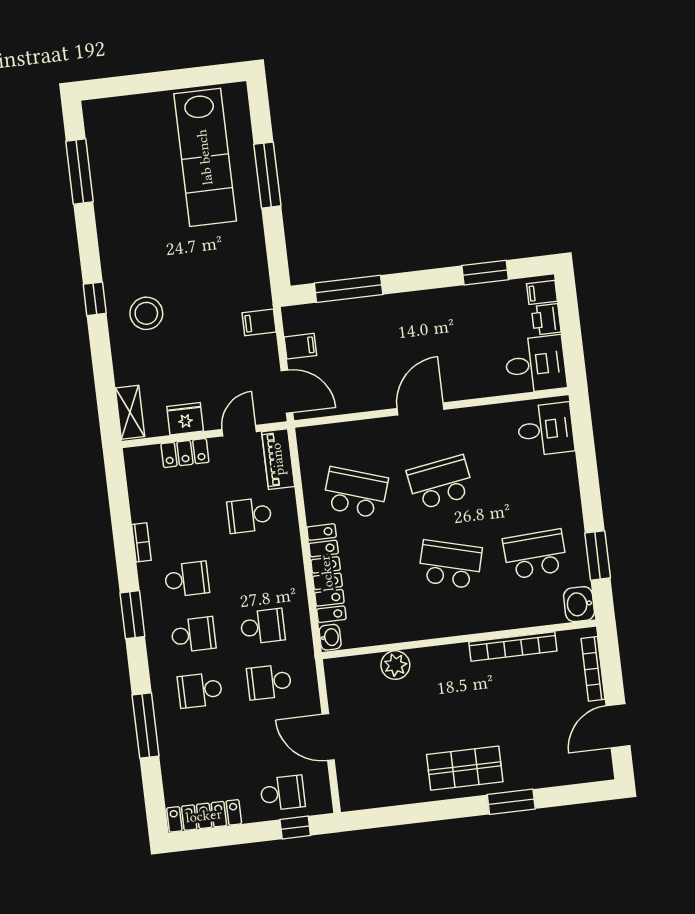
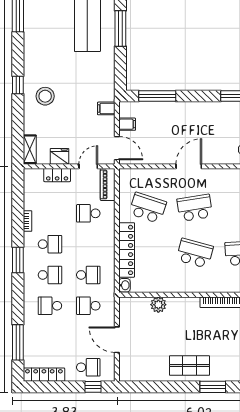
window: (146, 725) -> (18, 342), moved

